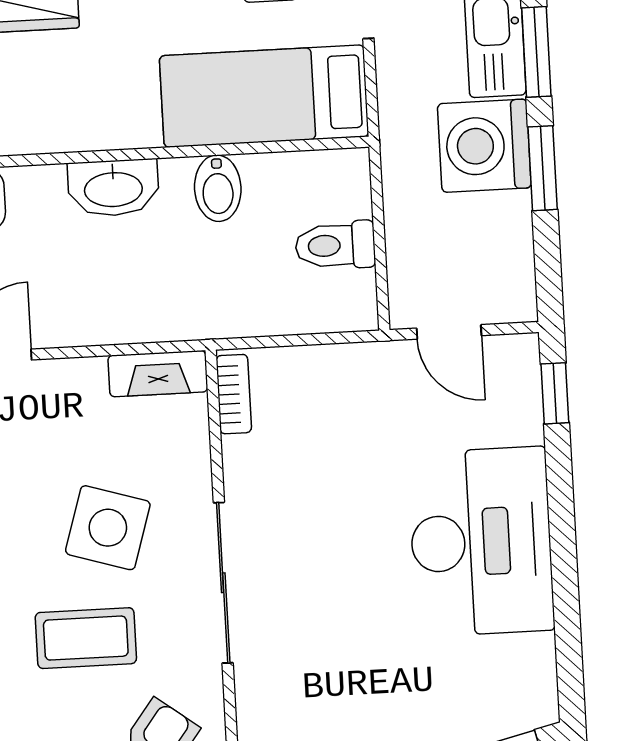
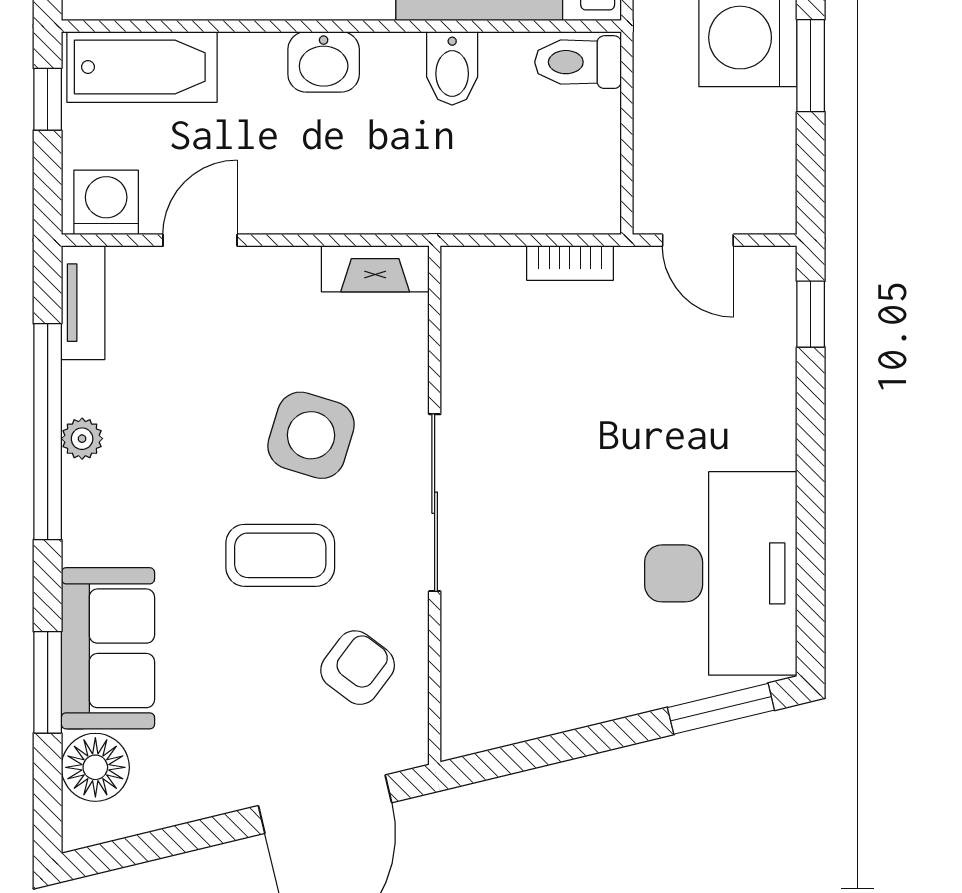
washbasin: (113, 188) -> (324, 62), width x0.72
toilet: (335, 245) -> (578, 62), moved
bookcase: (234, 394) -> (570, 263), moved, turned 90
desk: (481, 542) -> (721, 573), moved

